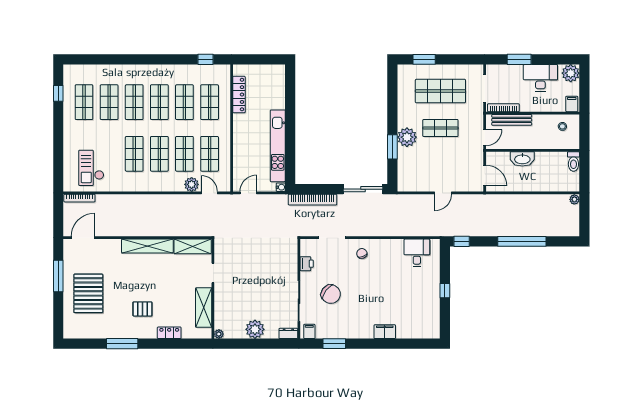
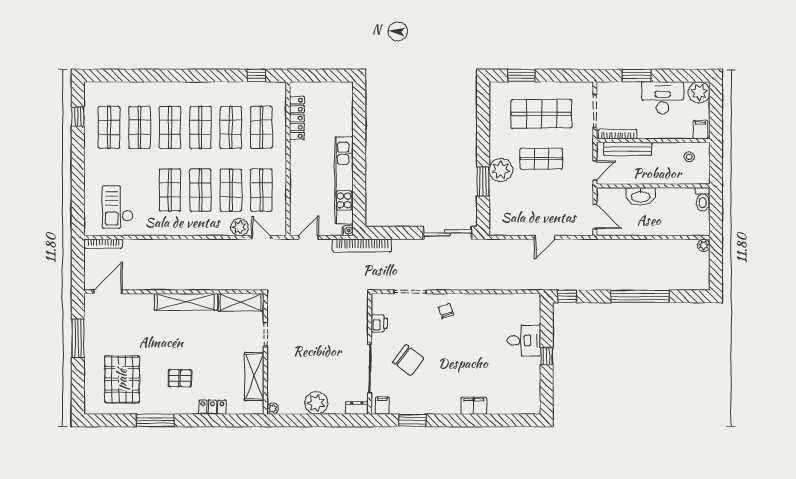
bookcase: (313, 200) -> (362, 246), moved
desk: (417, 253) -> (524, 341), moved, turned 90
pallet: (88, 293) -> (122, 379), moved

